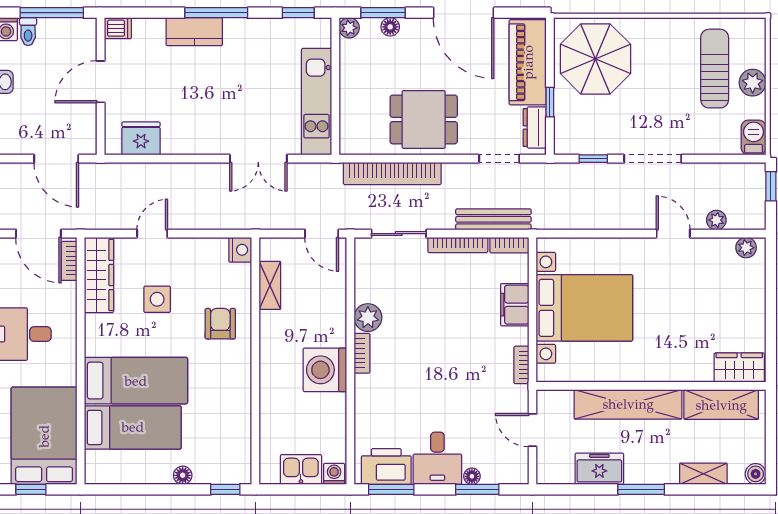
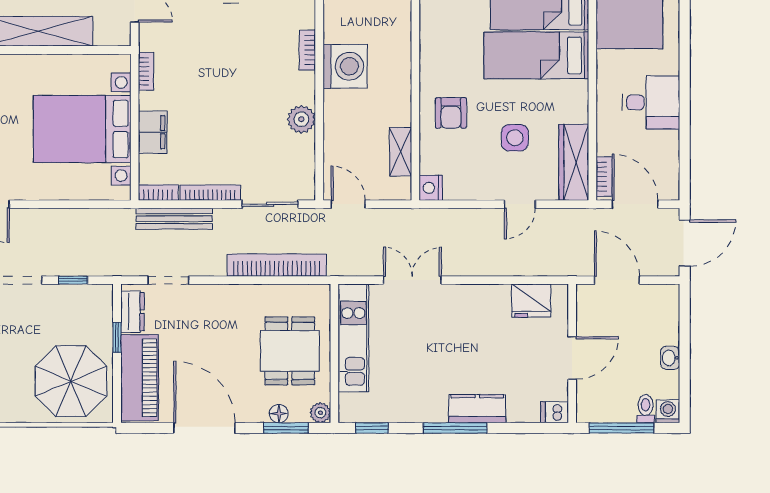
dining table: (424, 119) -> (290, 351), moved, turned 90
bookcase: (362, 353) -> (307, 50), moved

